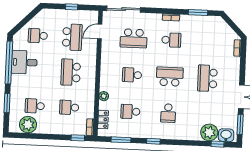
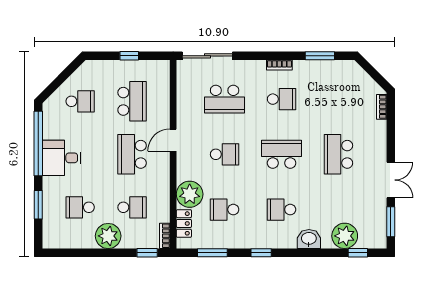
door: (100, 31) -> (173, 140), moved
school desk: (38, 36) -> (80, 101), turned 180
desk: (24, 62) -> (61, 158), moved
school desk: (132, 75) -> (225, 154), turned 180
plant: (104, 96) -> (190, 194), width x1.87, depth x1.87
school desk: (69, 107) -> (132, 207), turned 180
school desk: (168, 113) -> (282, 210), turned 90
plant: (28, 125) -> (108, 236), moved
washbasin: (226, 135) -> (309, 239), moved

